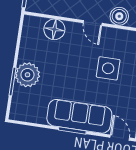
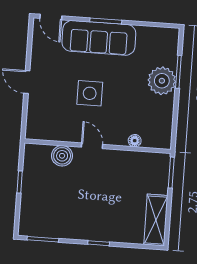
floor lamp: (54, 29) -> (135, 141), width x0.53, depth x0.53
side table: (108, 68) -> (90, 93), moved

